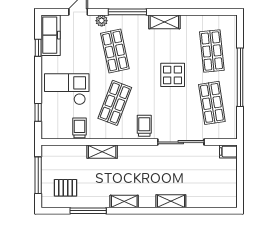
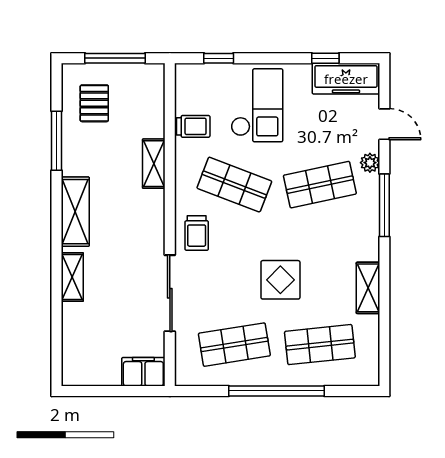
shelving: (164, 22) -> (368, 288), moved
trolley: (144, 126) -> (197, 233), turned 90
filing cabinet: (228, 152) -> (143, 372), width x2.00
shelving: (124, 202) -> (75, 212), width x1.50, depth x1.33

